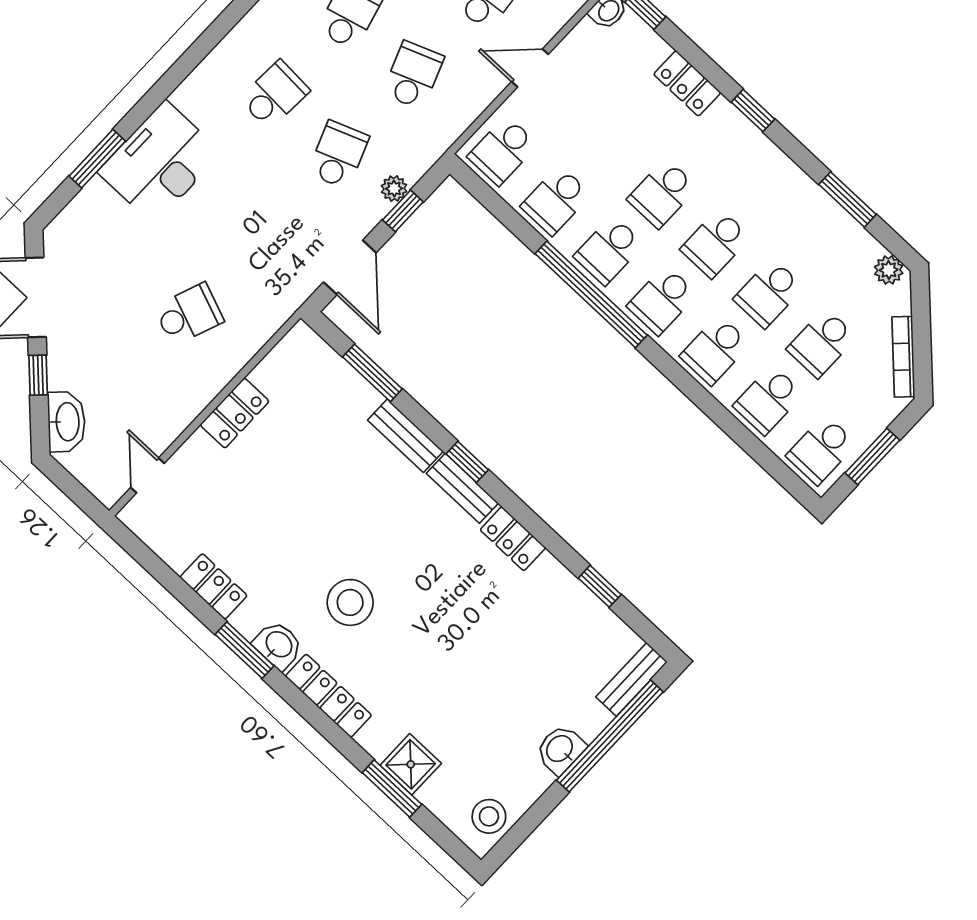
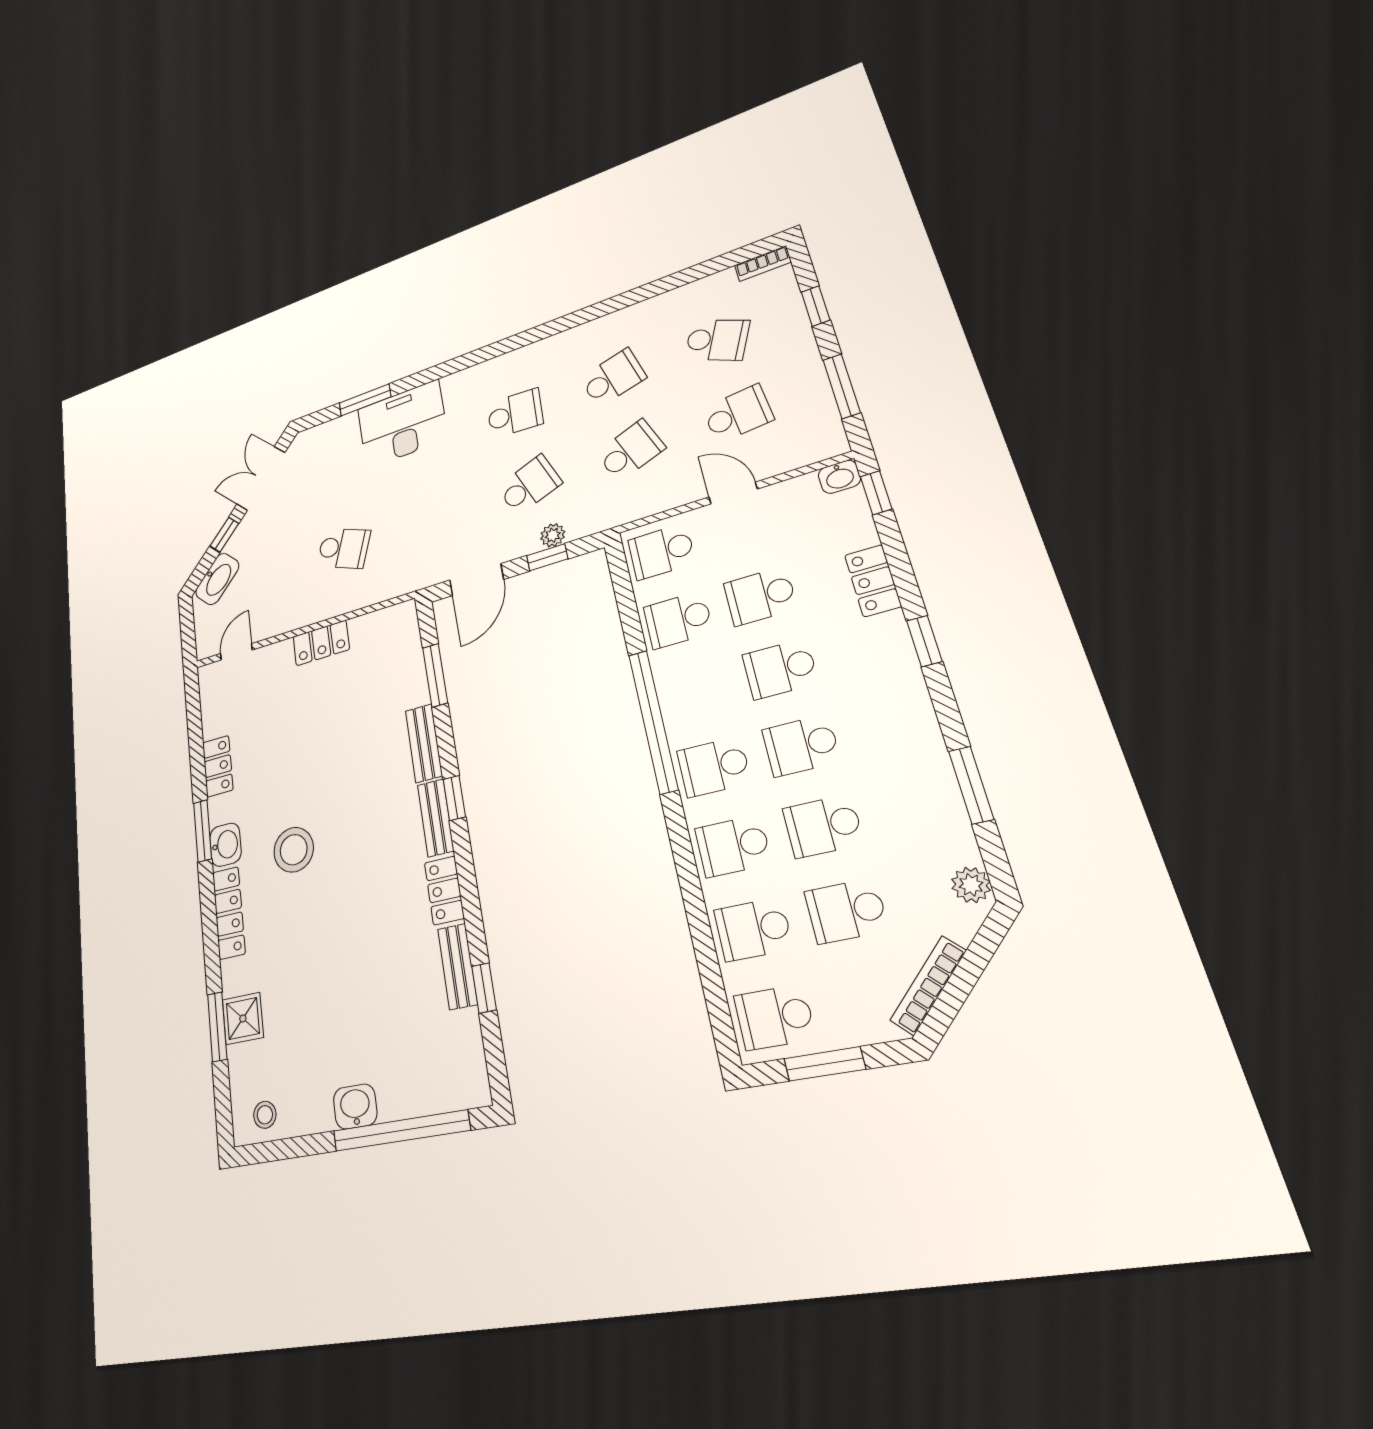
school desk: (609, 250) -> (760, 596), moved
bench: (632, 679) -> (458, 966), moved, turned 90
stool: (489, 816) -> (265, 1115), width x0.73, depth x0.73

